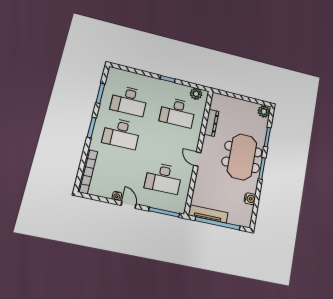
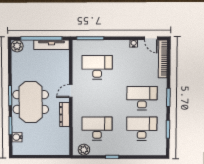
plant: (264, 112) -> (17, 46), moved
dresser: (212, 123) -> (65, 115), moved
door: (197, 159) -> (71, 91), swing flipped
water cooler: (250, 199) -> (17, 137), moved
door: (129, 205) -> (151, 38), moved

